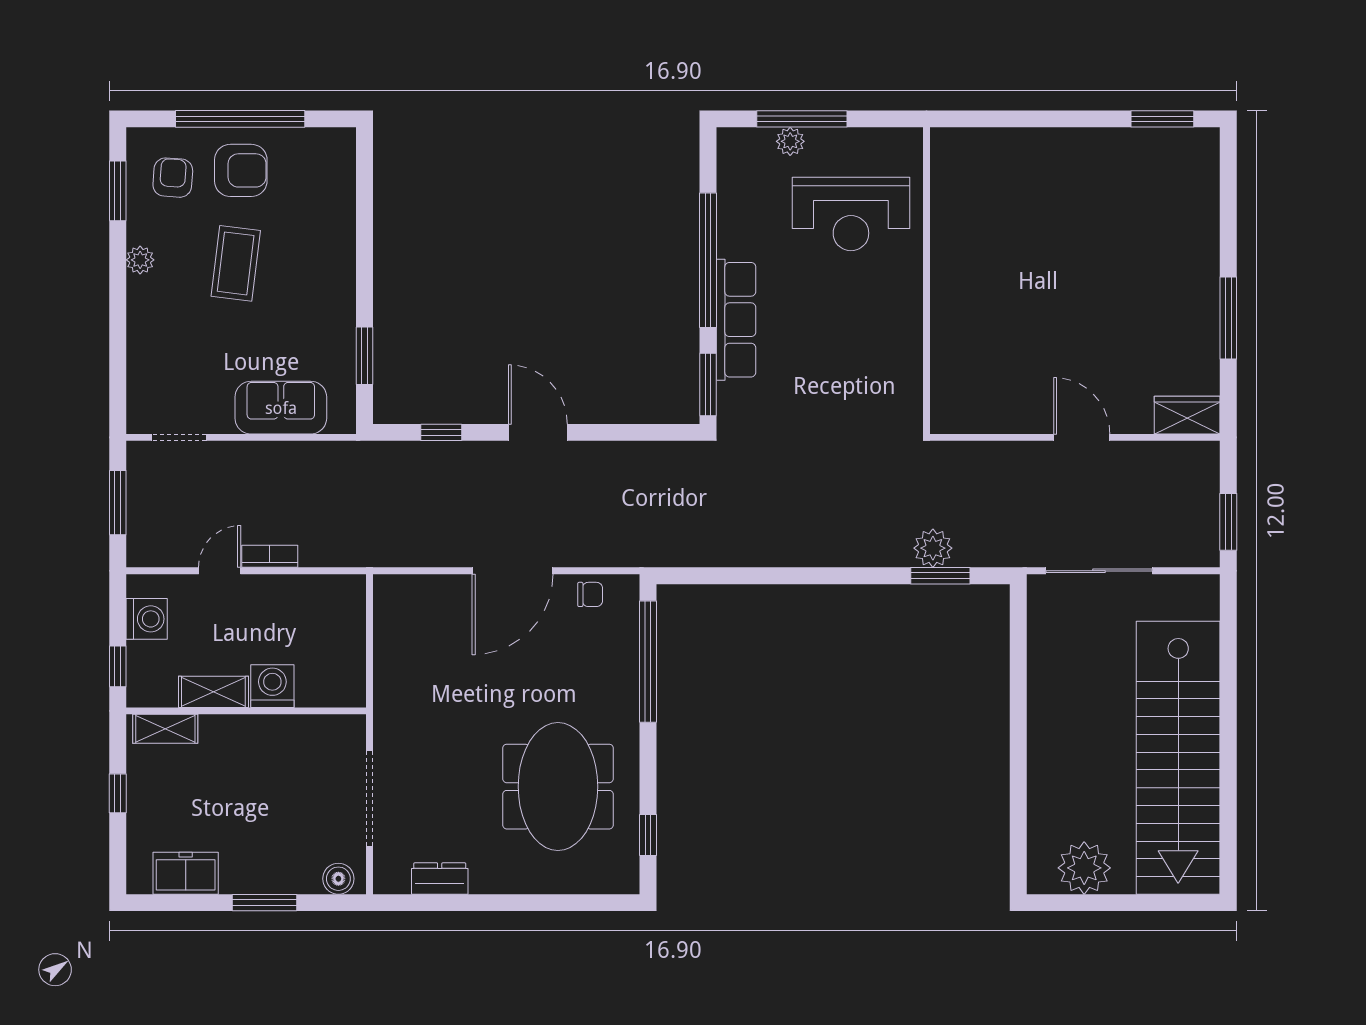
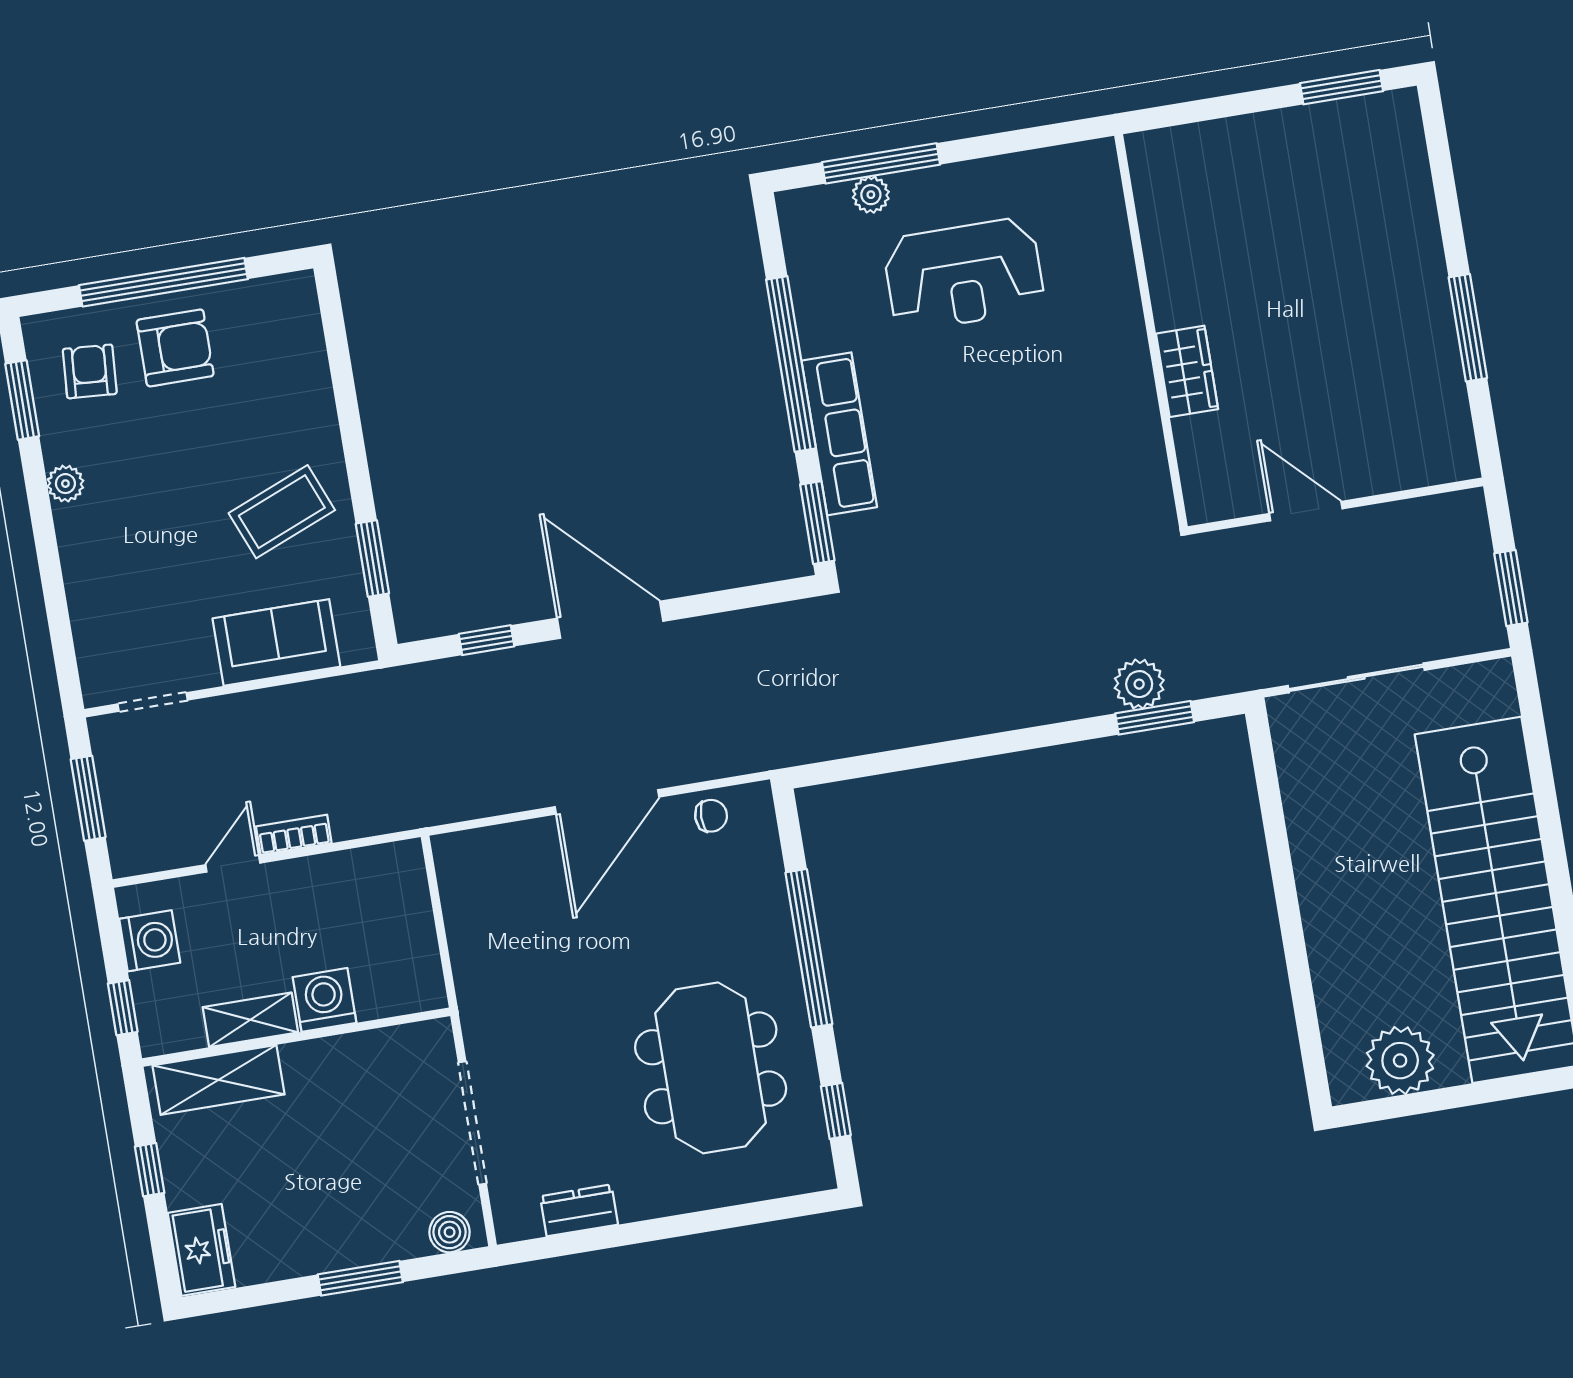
coffee table: (236, 263) -> (282, 512), moved, turned 61
wall: (926, 281) -> (1151, 331), moved
wardrobe: (1187, 415) -> (1187, 371), moved, turned 90
door: (538, 432) -> (610, 620), width x1.36
window: (648, 662) -> (809, 948), moved
shelving: (165, 729) -> (219, 1080), width x1.50, depth x1.33
freezer: (186, 873) -> (202, 1250), moved, turned 90

